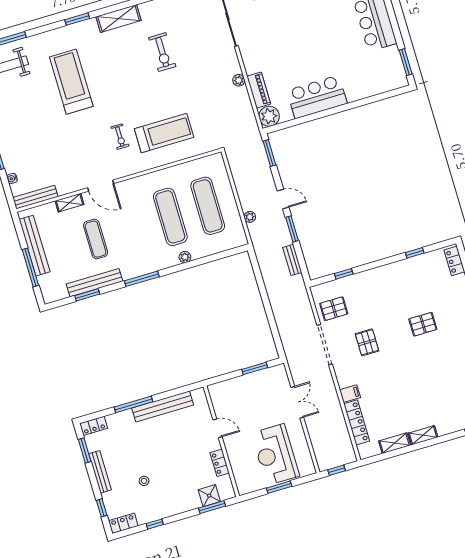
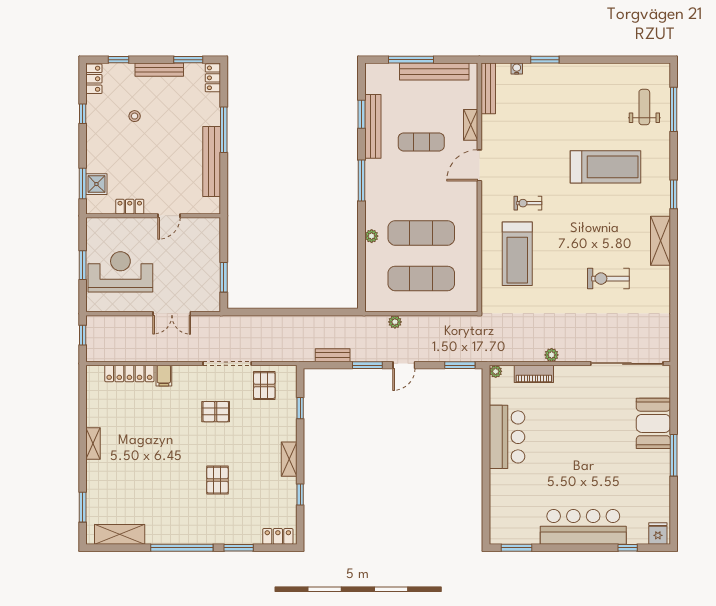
plant: (269, 116) -> (496, 371), width x0.53, depth x0.53
shelving: (395, 443) -> (289, 459), moved

